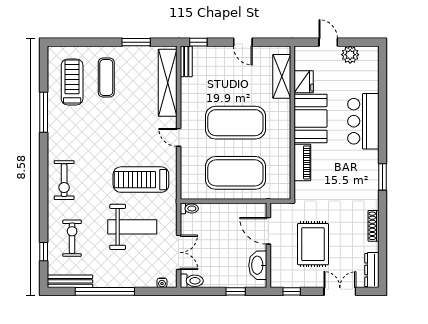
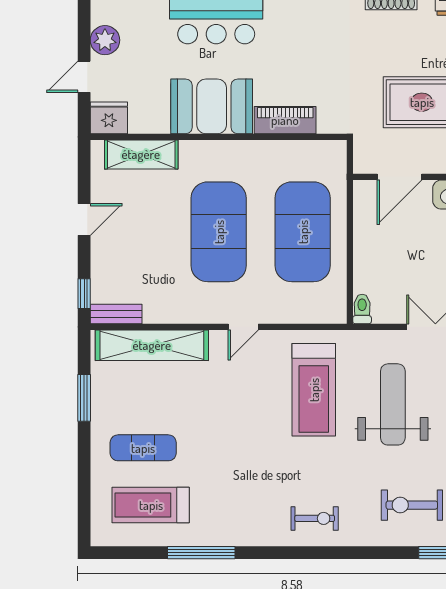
fridge: (304, 82) -> (109, 118), moved
exercise bike: (64, 180) -> (315, 518), width x0.73, depth x0.72

